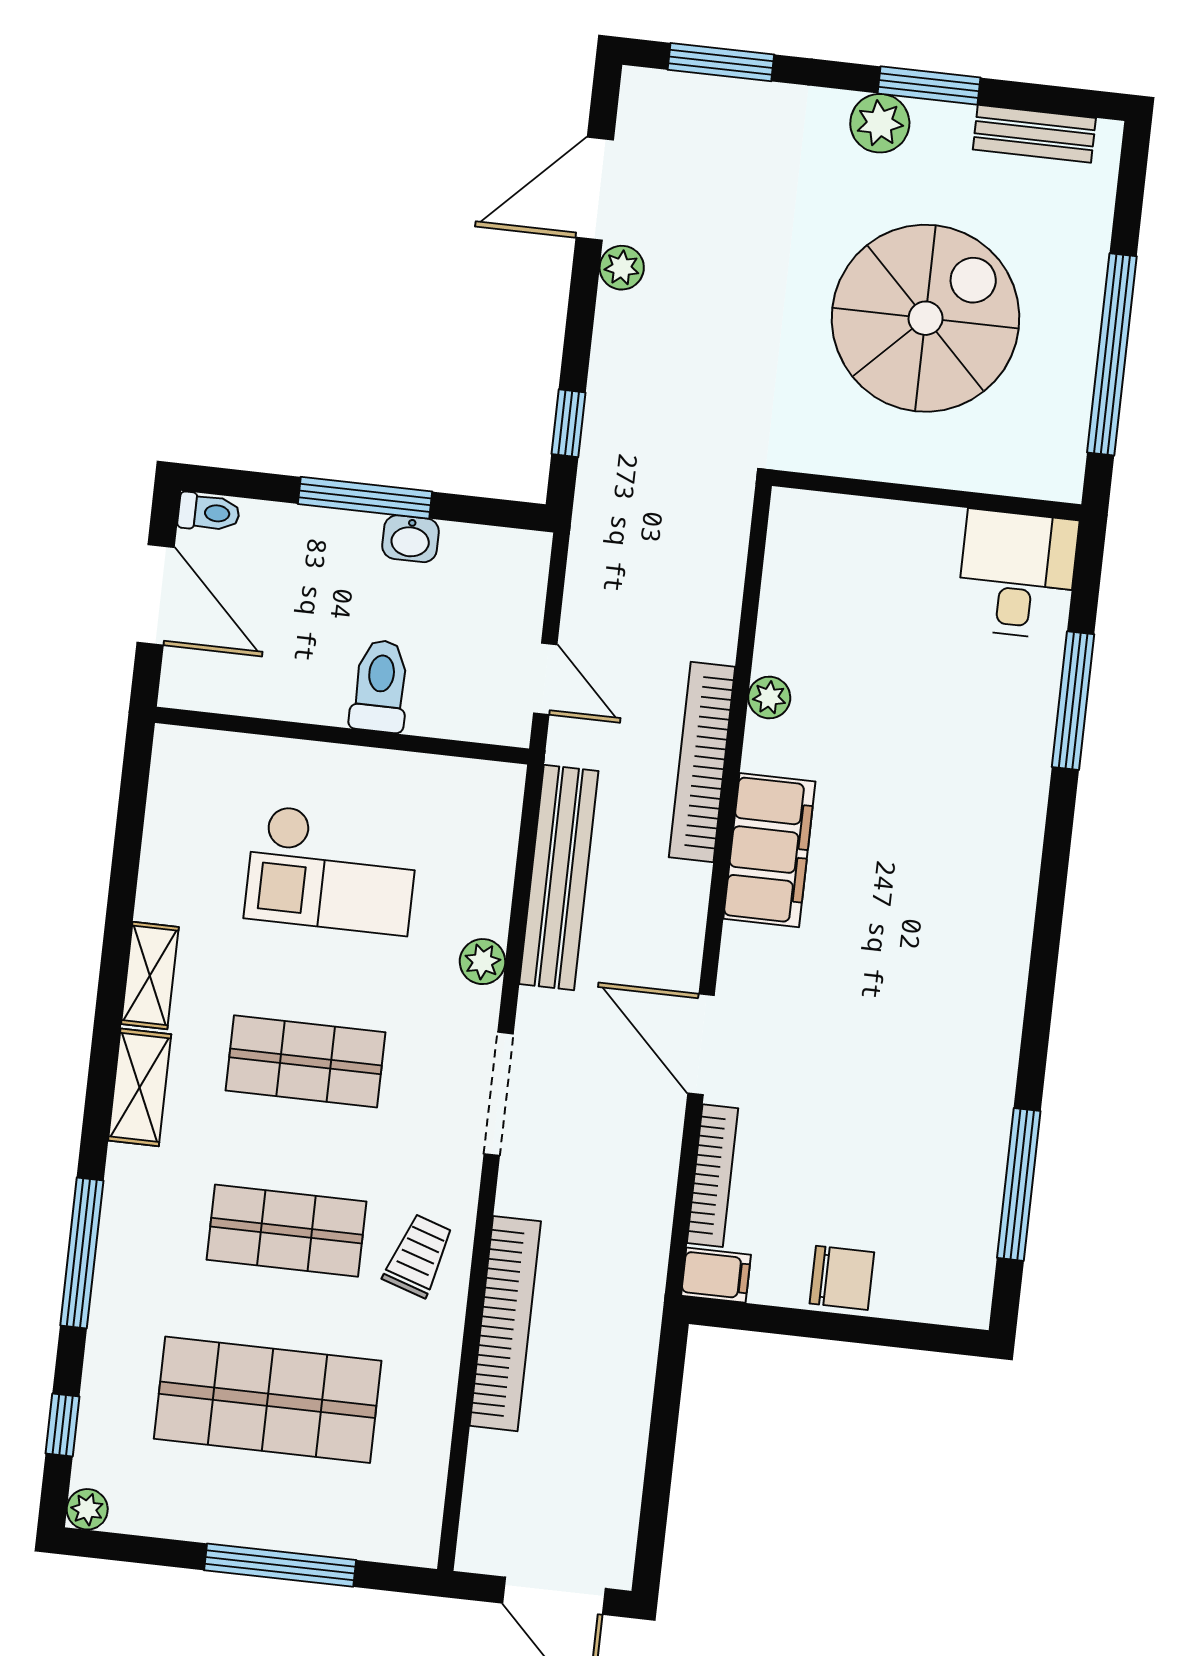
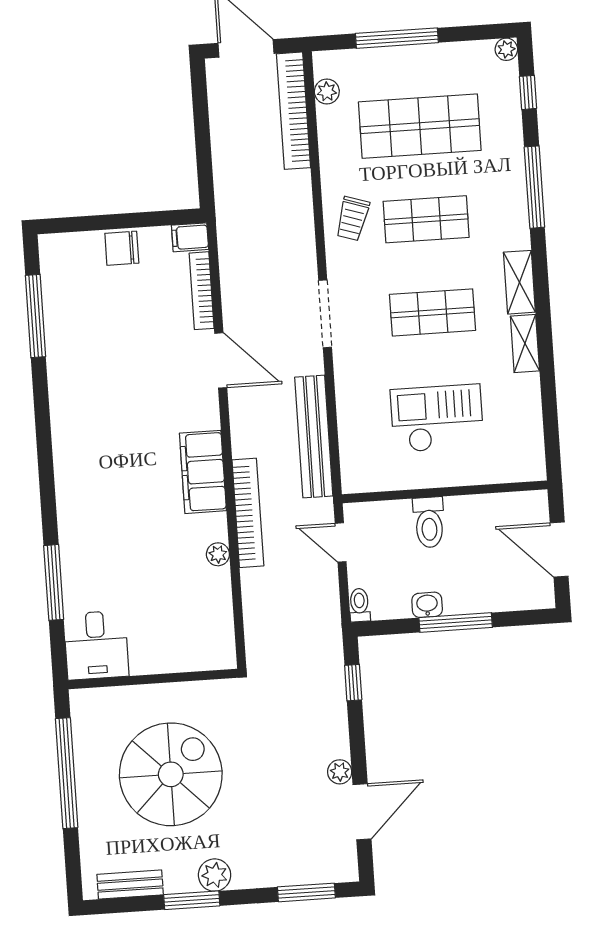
spiral stairs: (926, 318) -> (171, 774), turned 180
toilet: (209, 512) -> (360, 605), moved, turned 90
plant: (483, 962) -> (327, 92), moved
bookcase: (505, 1324) -> (294, 111), moved

